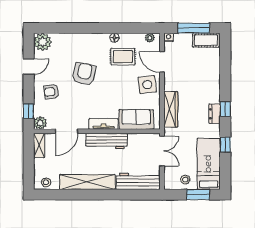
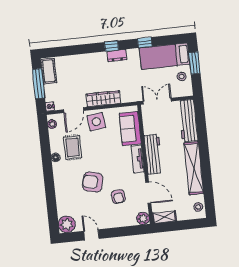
armchair: (52, 92) -> (118, 197), moved
wardrobe: (171, 109) -> (103, 99), moved
window: (29, 111) -> (133, 230), removed

